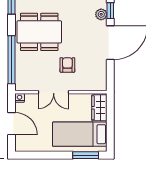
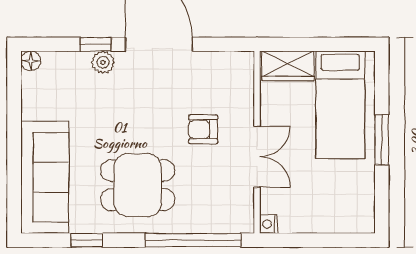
dining table: (39, 32) -> (138, 185), width x0.73
door: (11, 124) -> (319, 240), removed
window: (86, 155) -> (382, 140), moved

